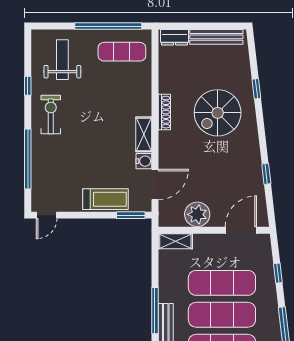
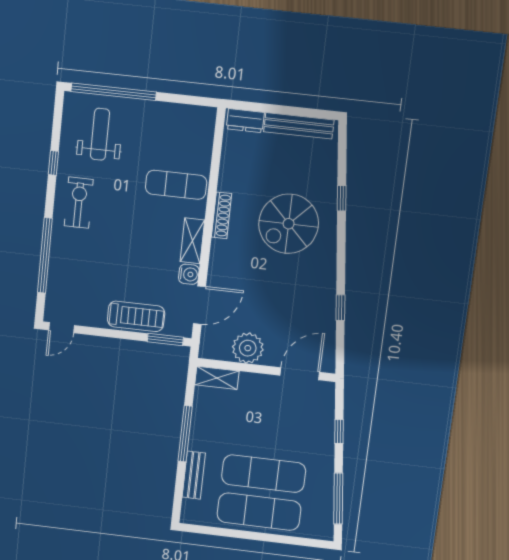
window: (108, 26) -> (114, 92), moved
exercise mat: (122, 52) -> (176, 185), moved
exercise mat: (222, 283) -> (268, 435), removed
window: (155, 311) -> (185, 434), moved

